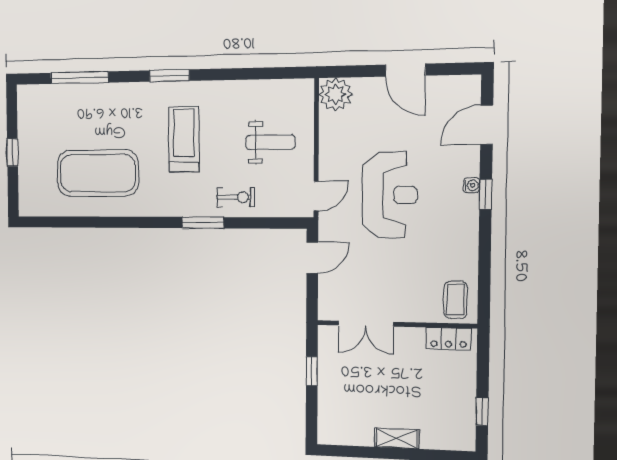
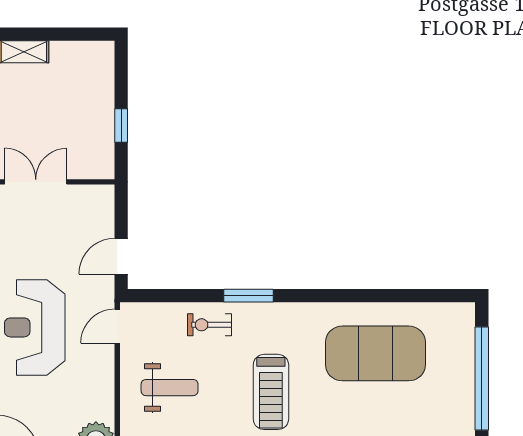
weight bench: (270, 142) -> (170, 388), turned 180
window: (12, 153) -> (482, 378), width x3.17
double door: (366, 324) -> (36, 182), moved

